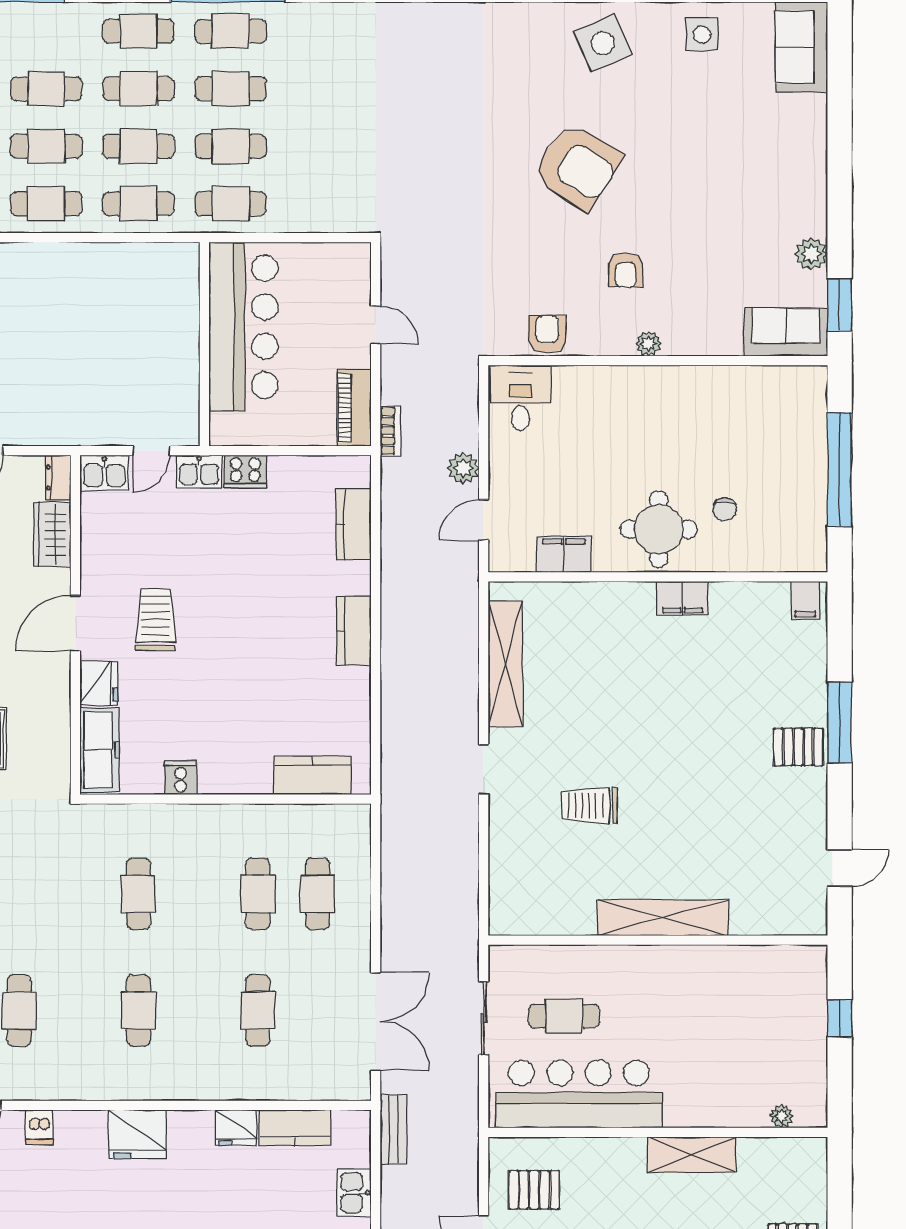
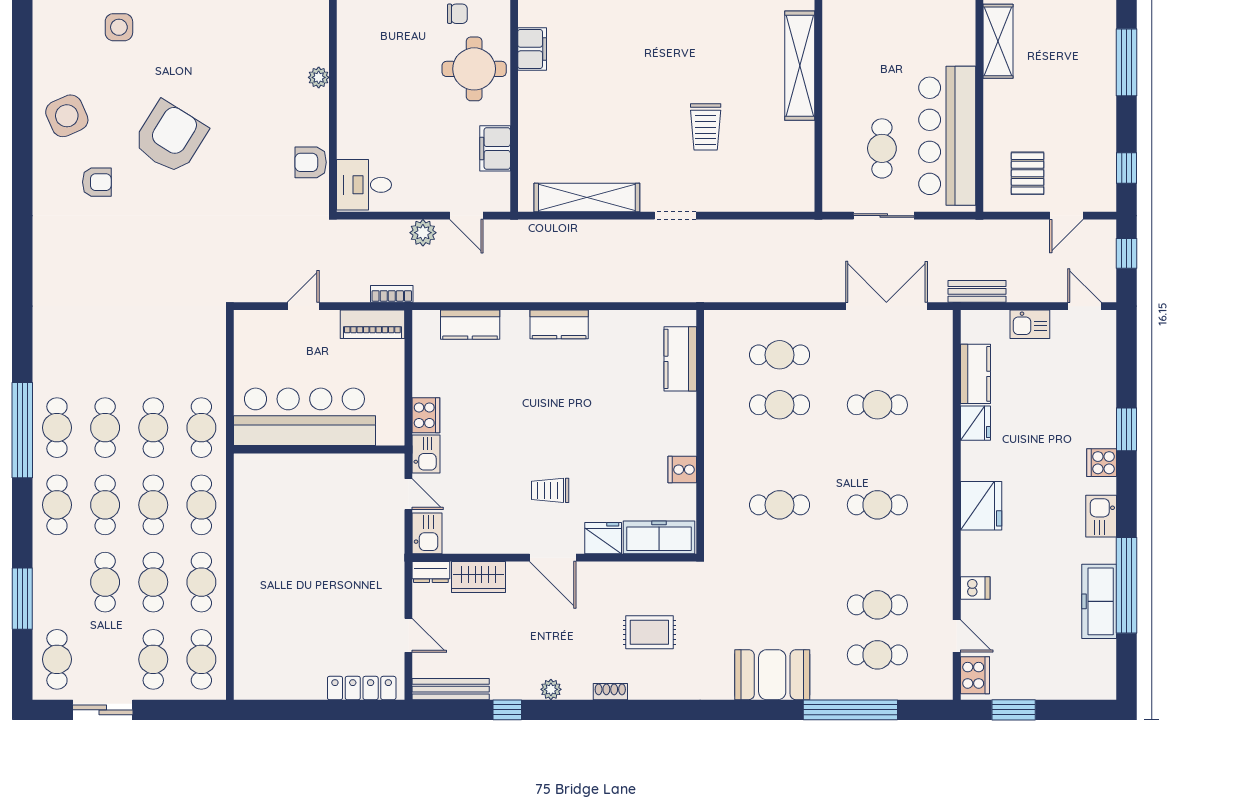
side table: (702, 34) -> (119, 27), moved
armchair: (626, 270) -> (97, 182), moved
trolley: (156, 620) -> (550, 490), width x0.73, depth x0.72

